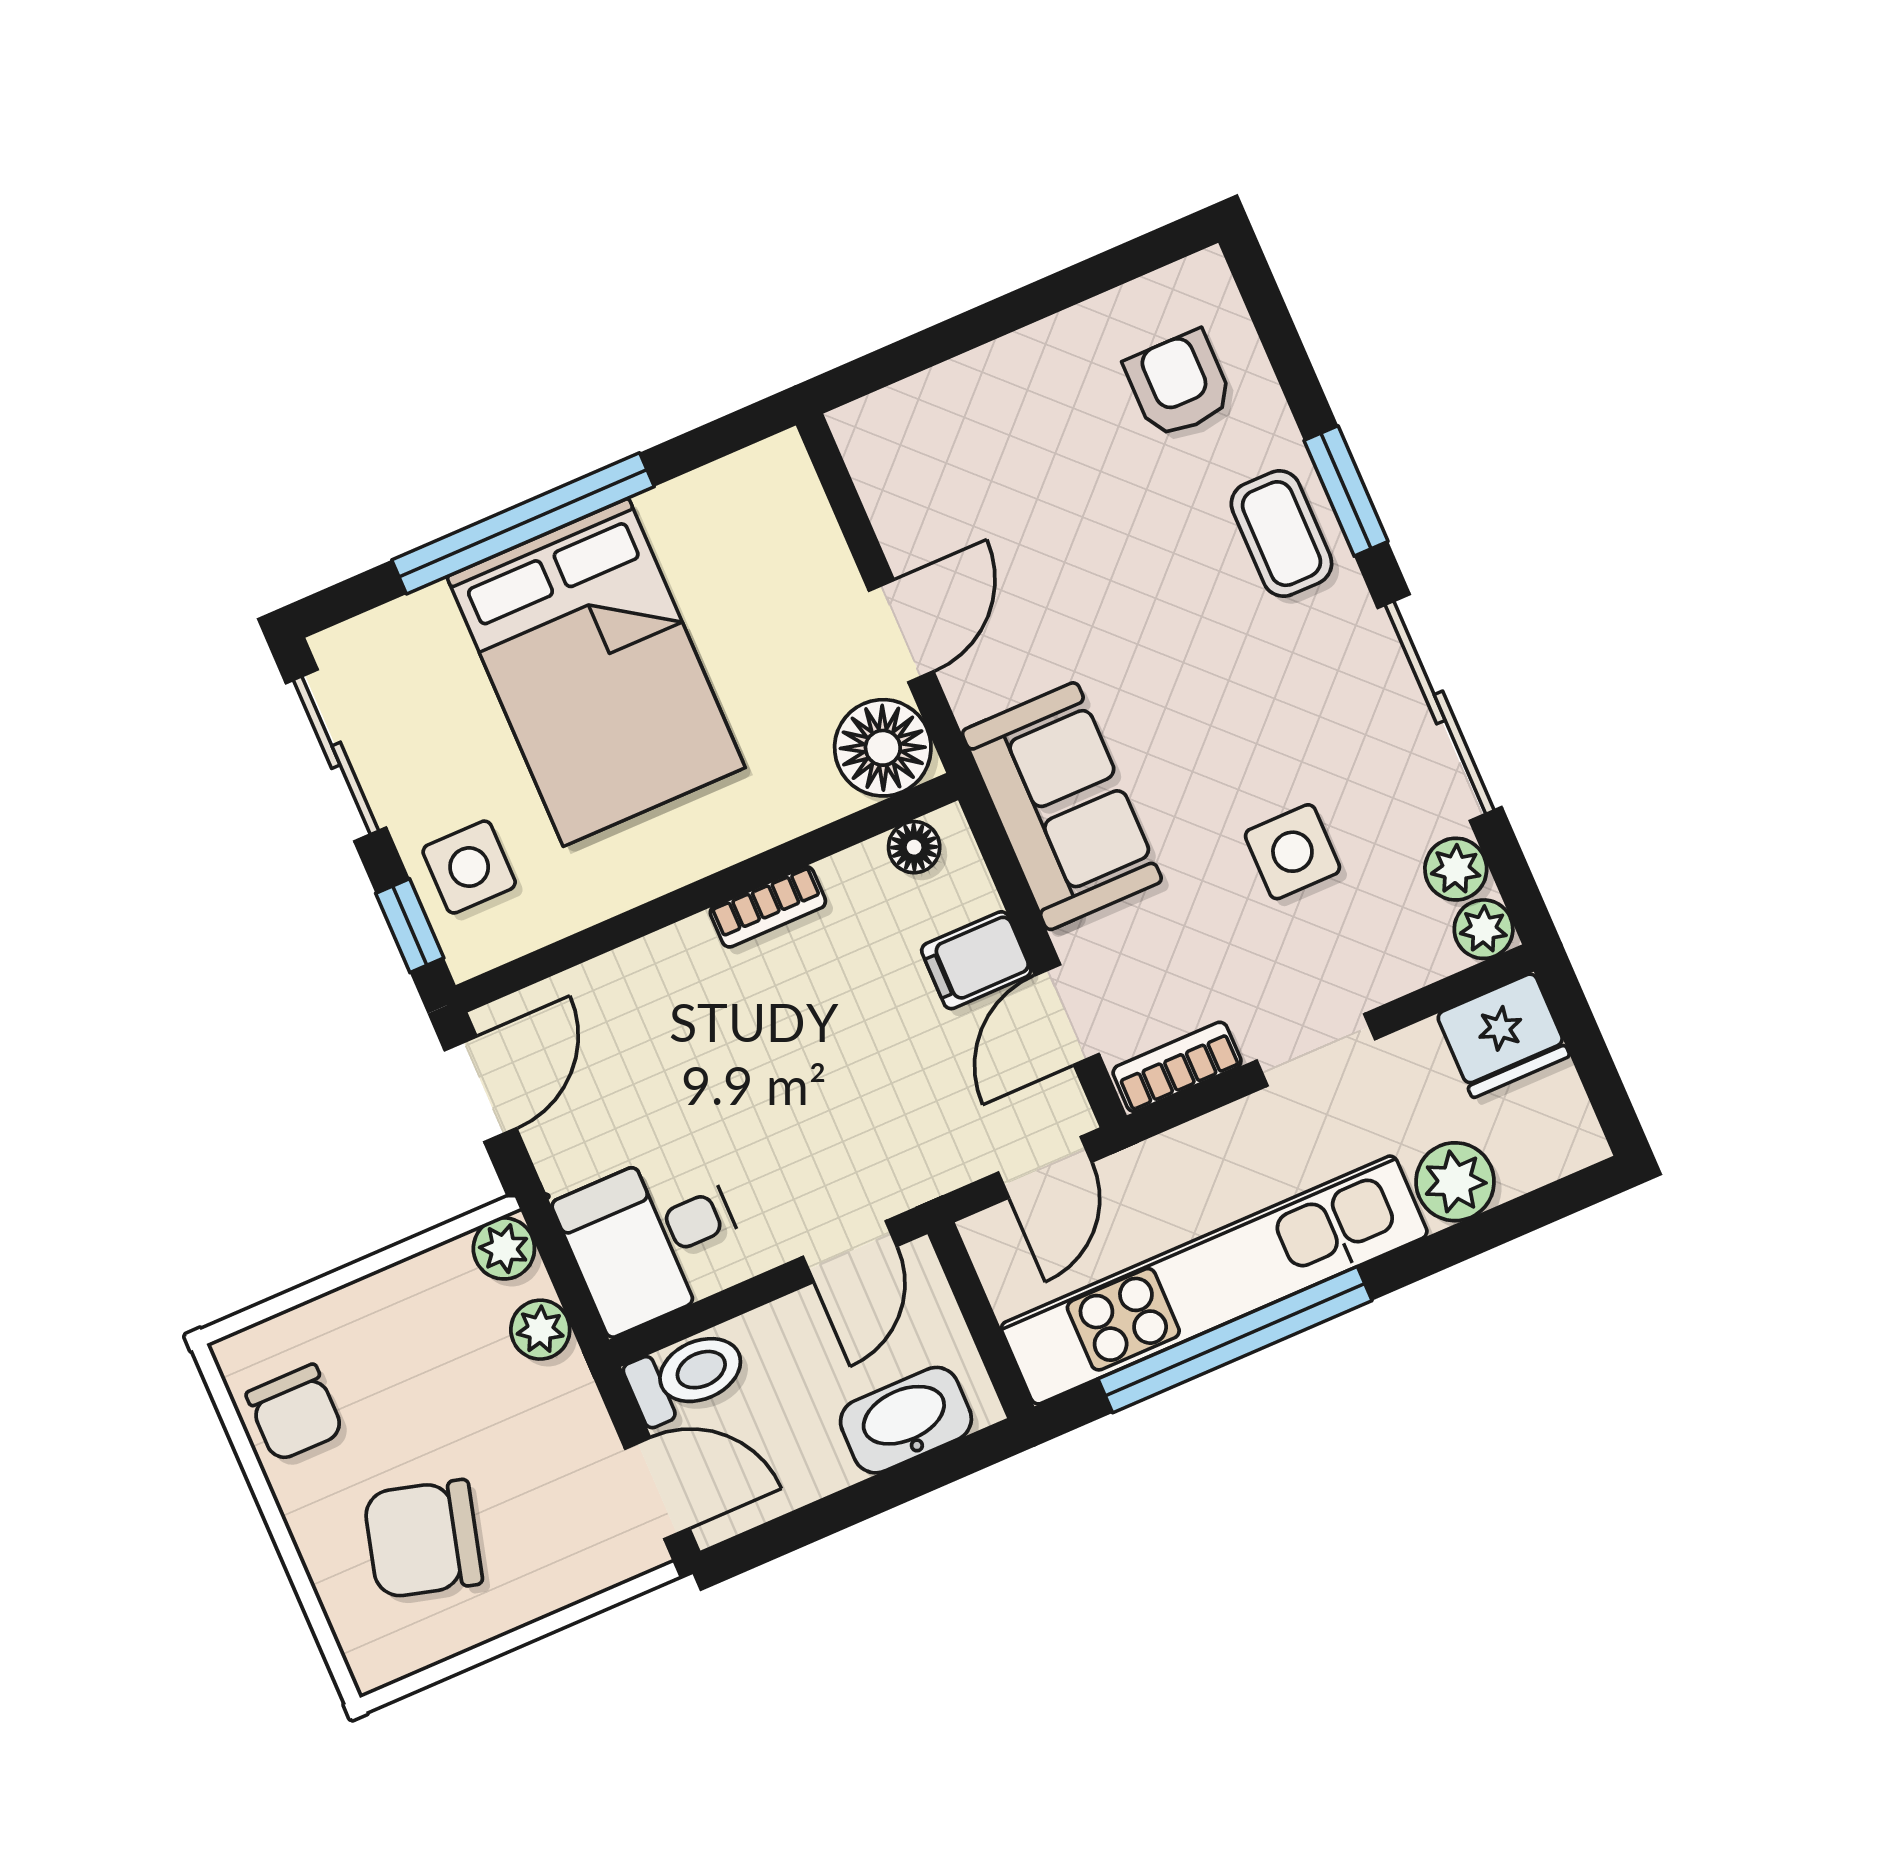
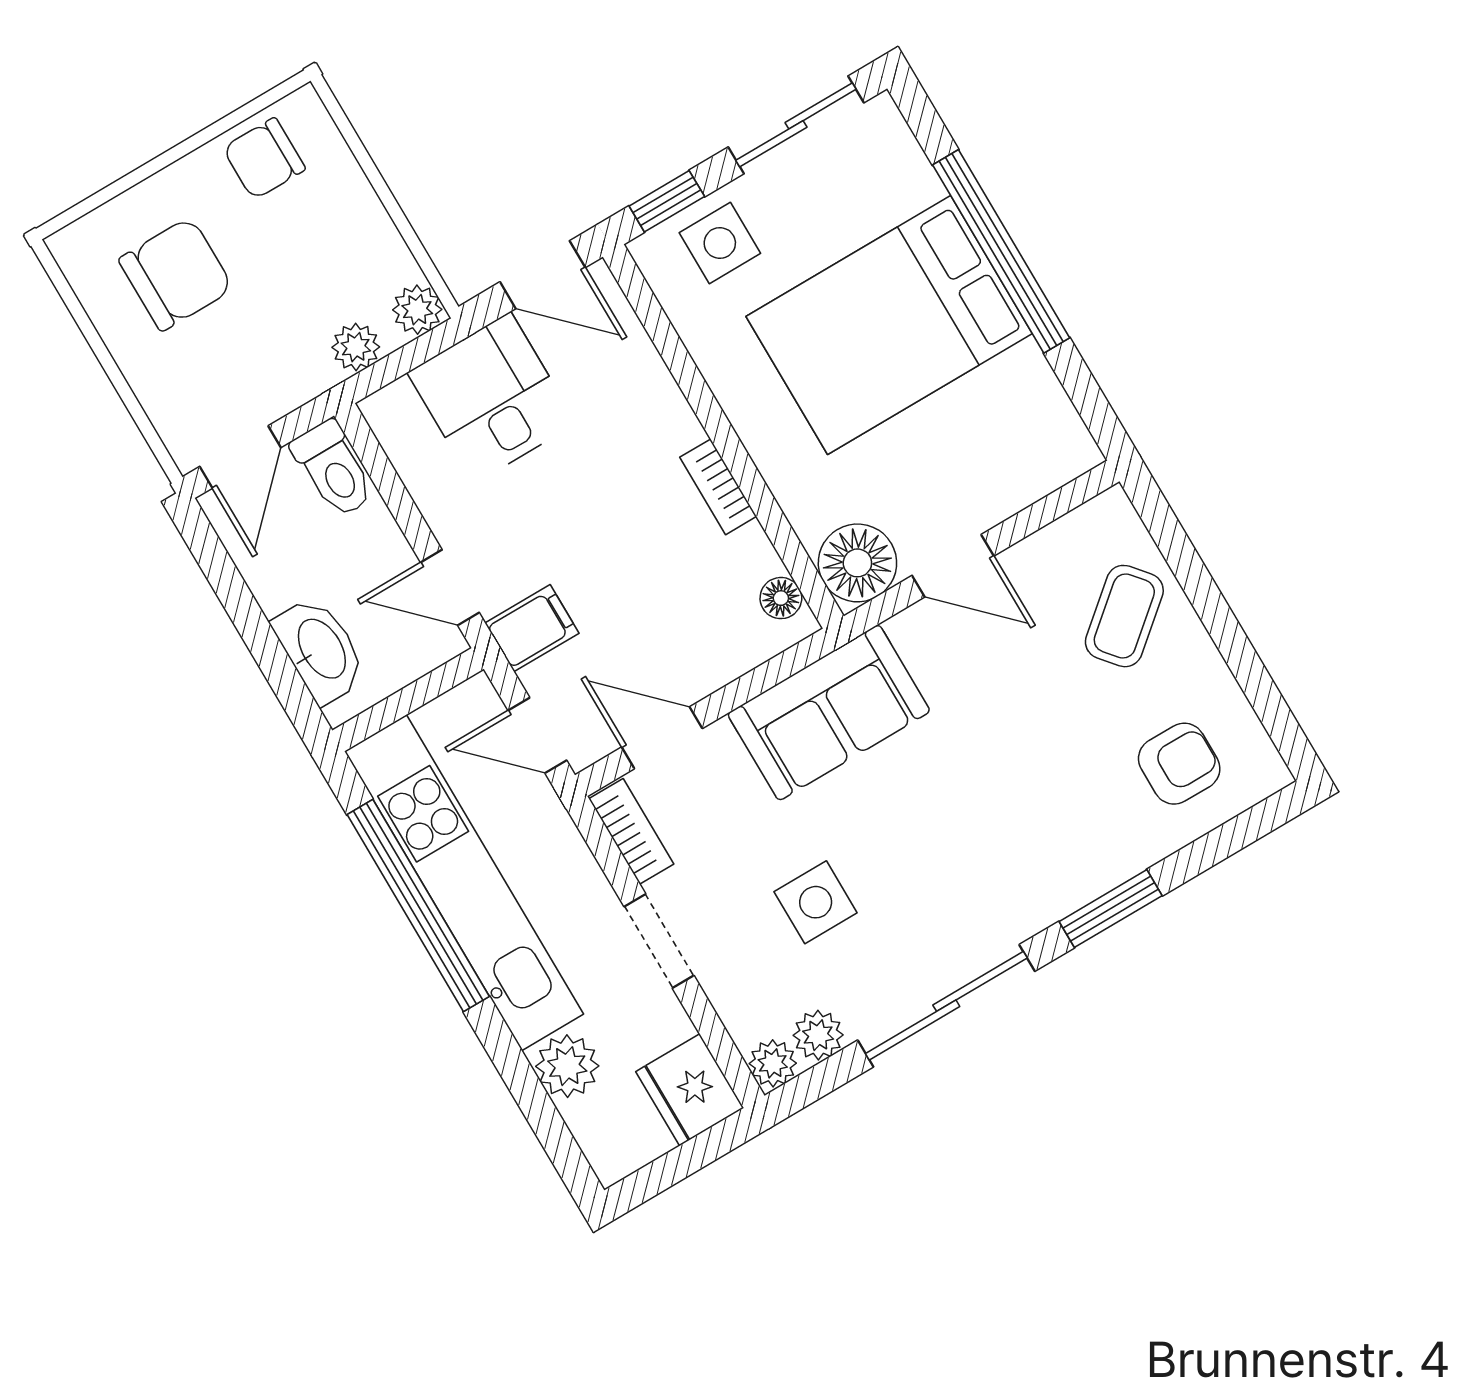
coffee table: (1281, 534) -> (1124, 616), moved, turned -40
filing cabinet: (976, 960) -> (532, 628), moved, turned 90
desk: (653, 1239) -> (492, 398), moved
chair: (423, 1539) -> (176, 274), turned 75

